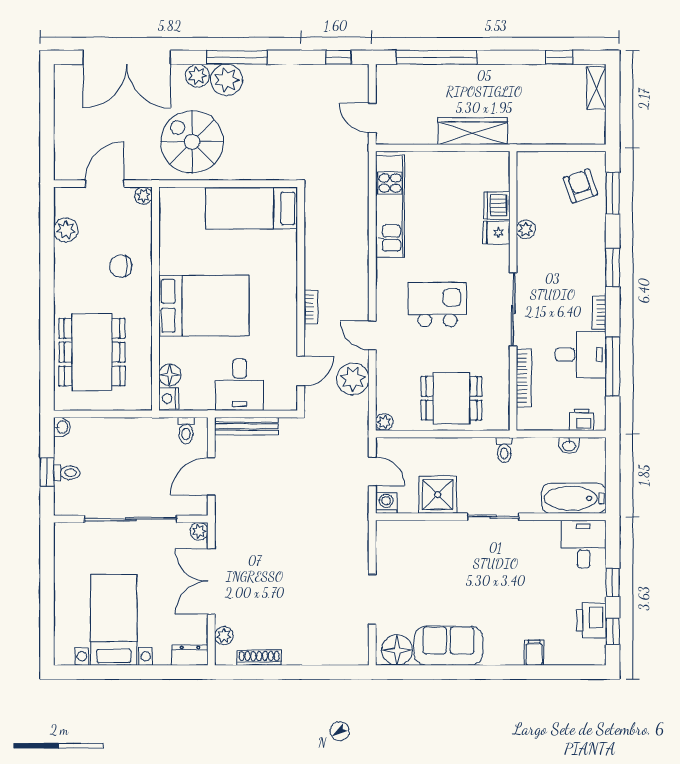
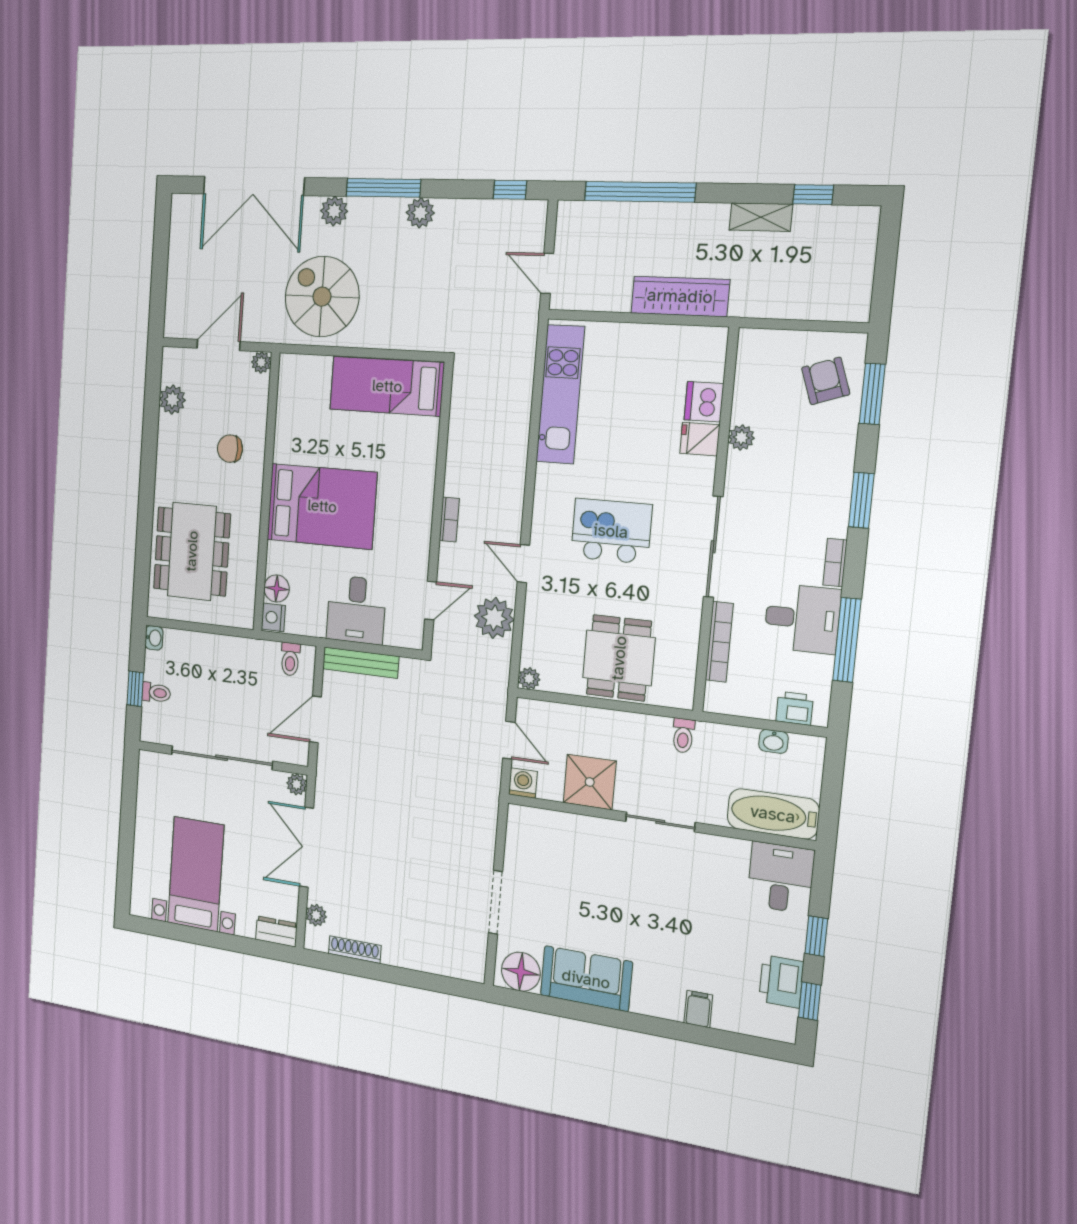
plant: (227, 80) -> (420, 213), moved, width x0.73, depth x0.73
shelving: (596, 88) -> (761, 217), moved, turned 90
dining table: (451, 398) -> (619, 658), turned 90

